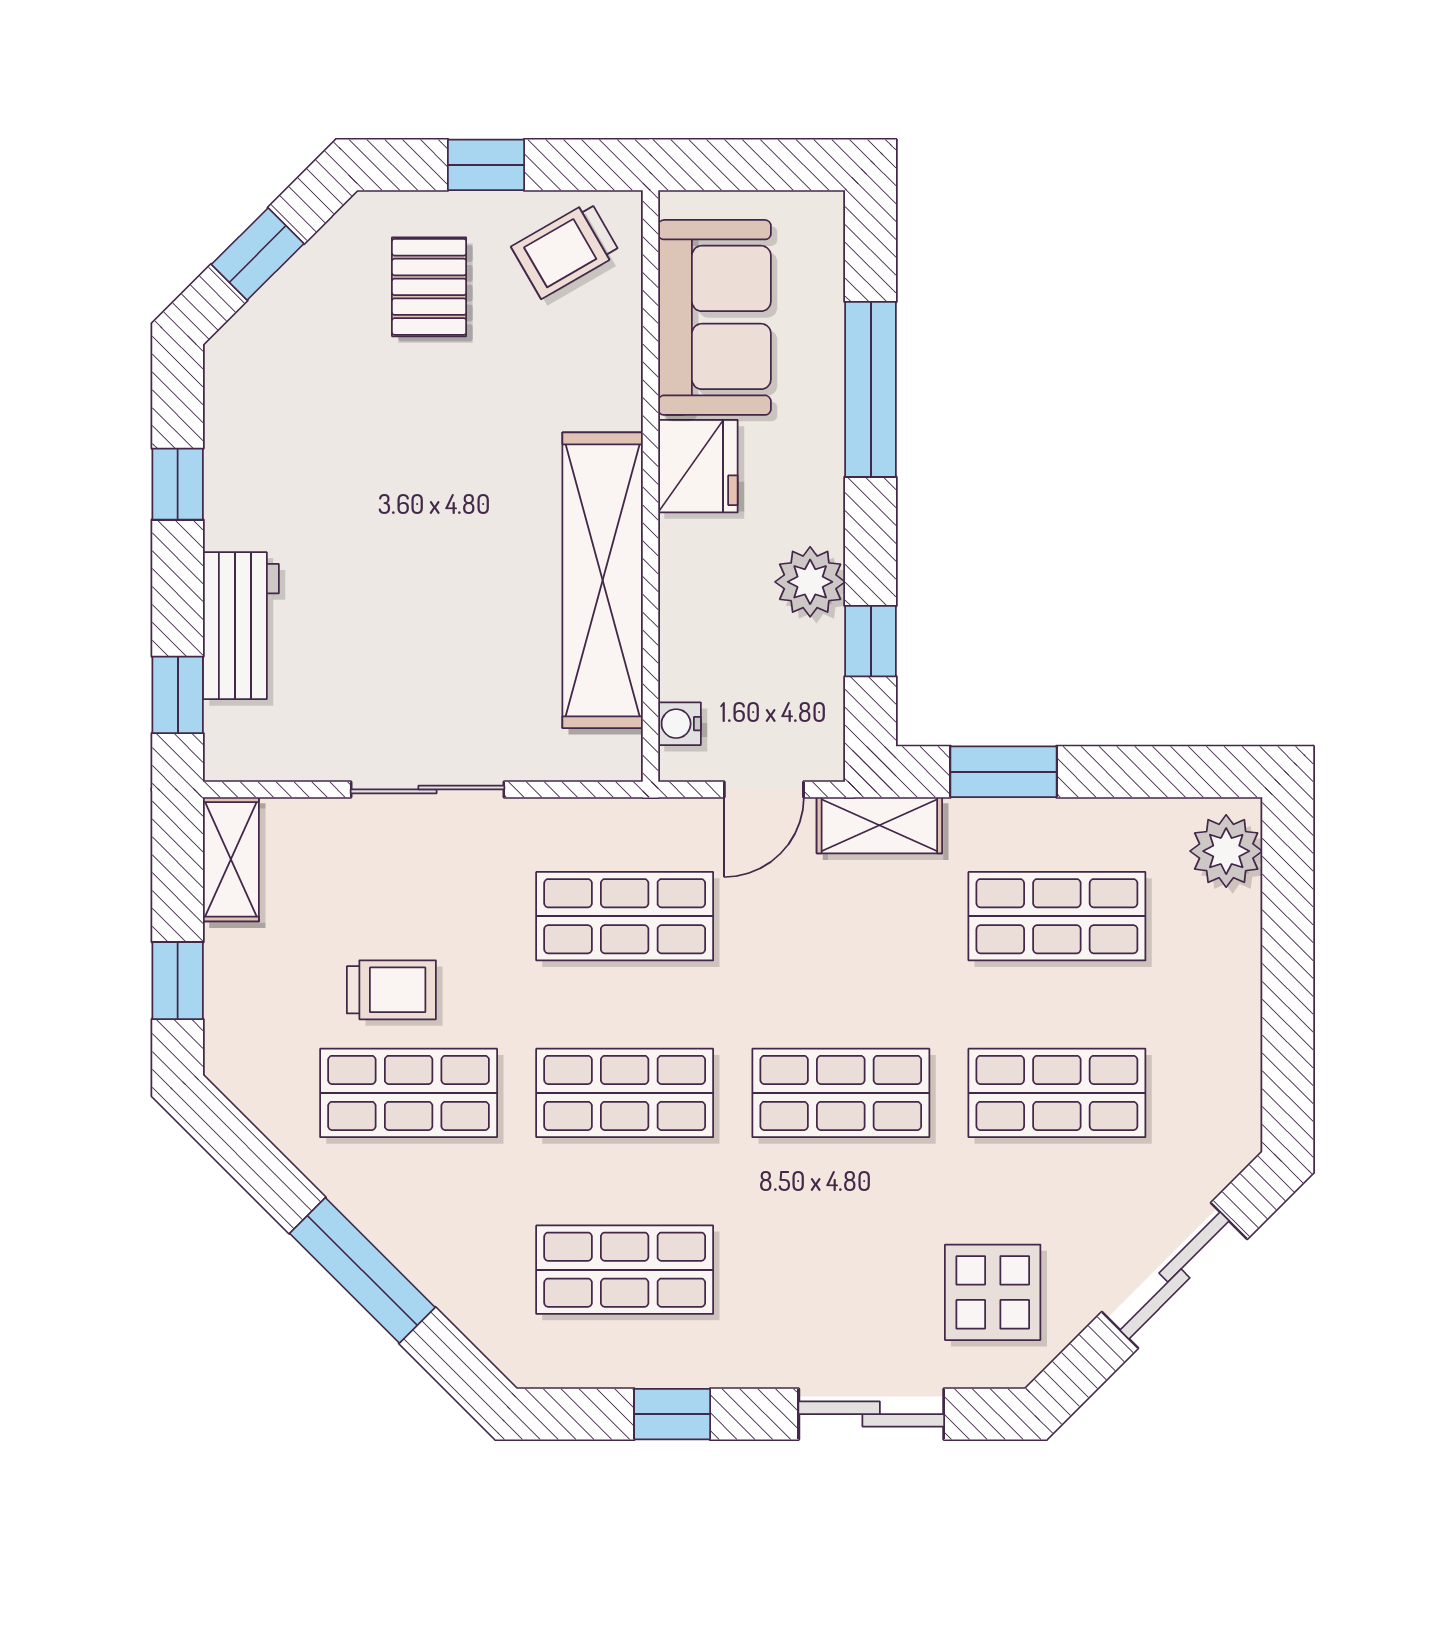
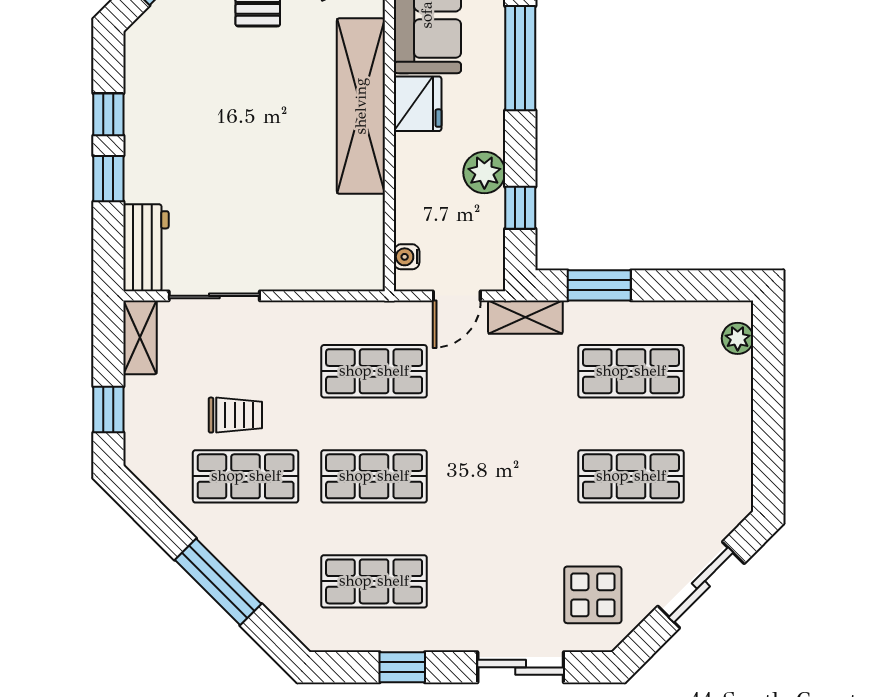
shelving: (603, 580) -> (361, 106), moved
workbench: (241, 626) -> (146, 248), moved
window: (178, 695) -> (108, 179), moved
sliding door: (427, 789) -> (214, 296), moved
plant: (1226, 851) -> (738, 338), width x0.73, depth x0.73
shop shelf: (841, 1093) -> (503, 476), removed

